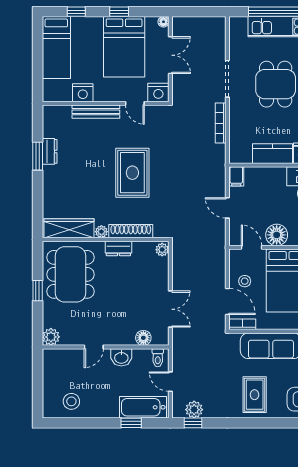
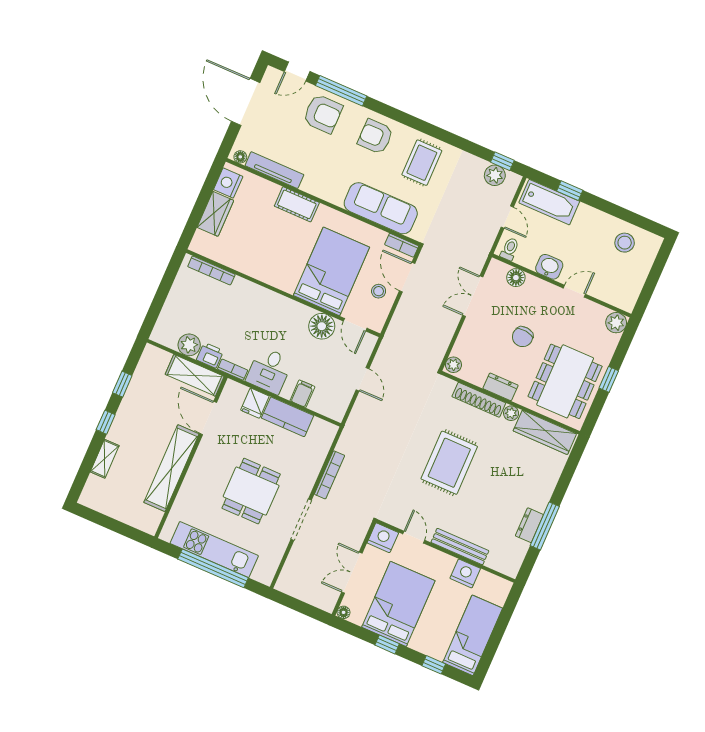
window: (38, 156) -> (545, 526), width x1.44
filing cabinet: (236, 176) -> (302, 394), moved
chair: (118, 295) -> (523, 337), added

